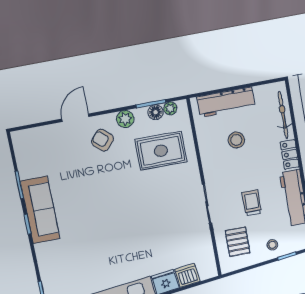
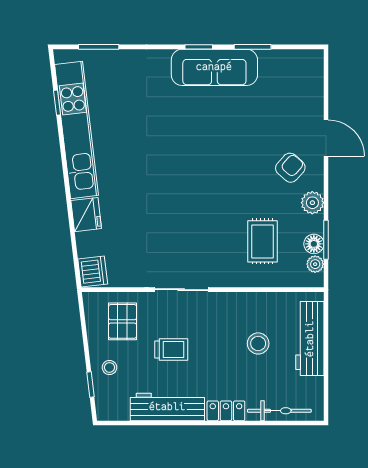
rug: (161, 151) -> (262, 241), width x0.73, depth x0.70
pallet: (238, 242) -> (123, 321), turned 90
dishwasher: (188, 275) -> (93, 271), moved

